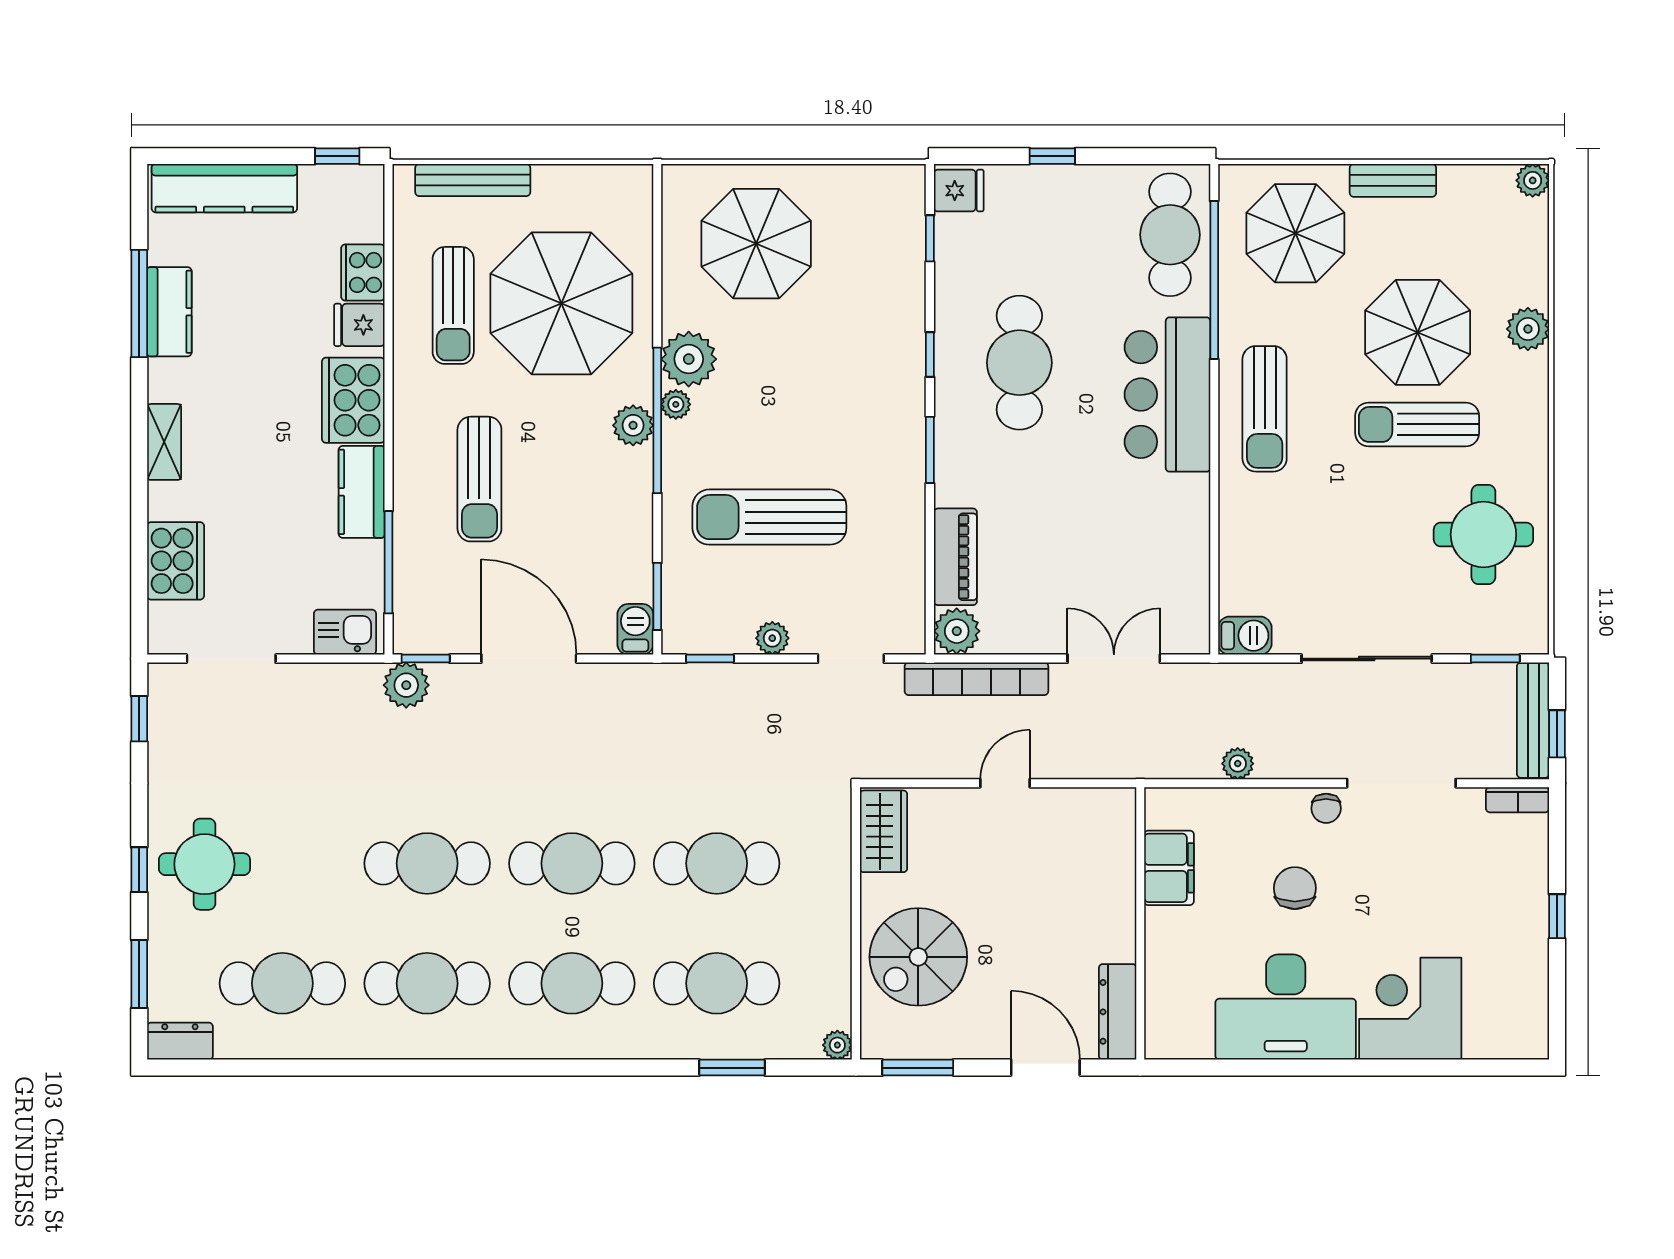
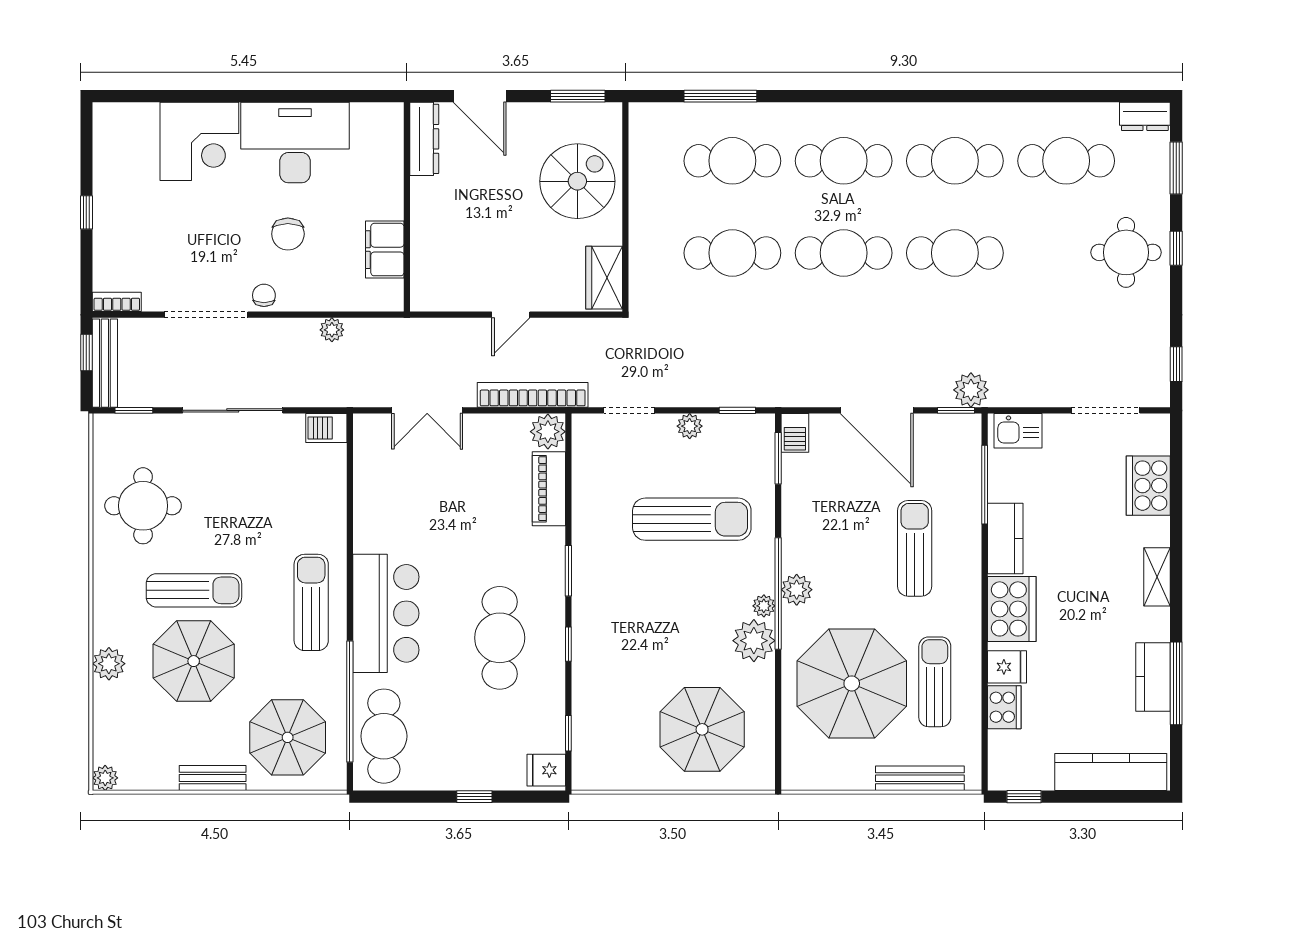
plant: (837, 1045) -> (640, 113), removed
window: (732, 1068) -> (720, 96), width x1.44

